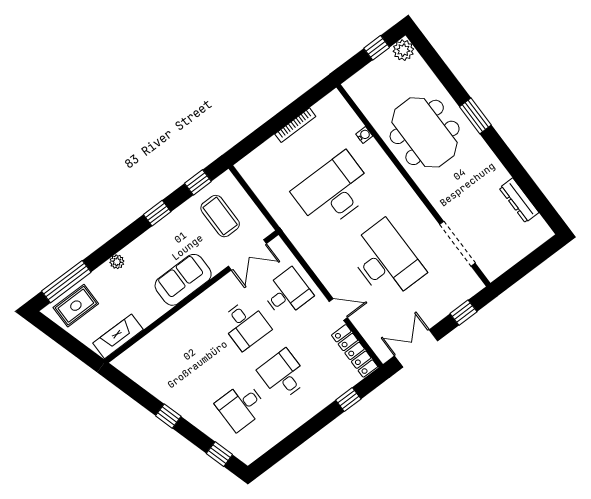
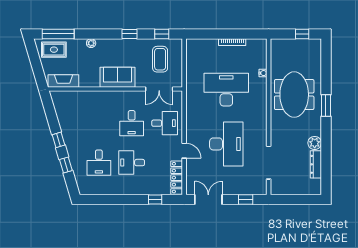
plant: (403, 50) -> (315, 143), moved
desk: (283, 375) -> (132, 163), turned -90
desk: (241, 406) -> (99, 163), turned -90
window: (219, 454) -> (66, 165), moved

